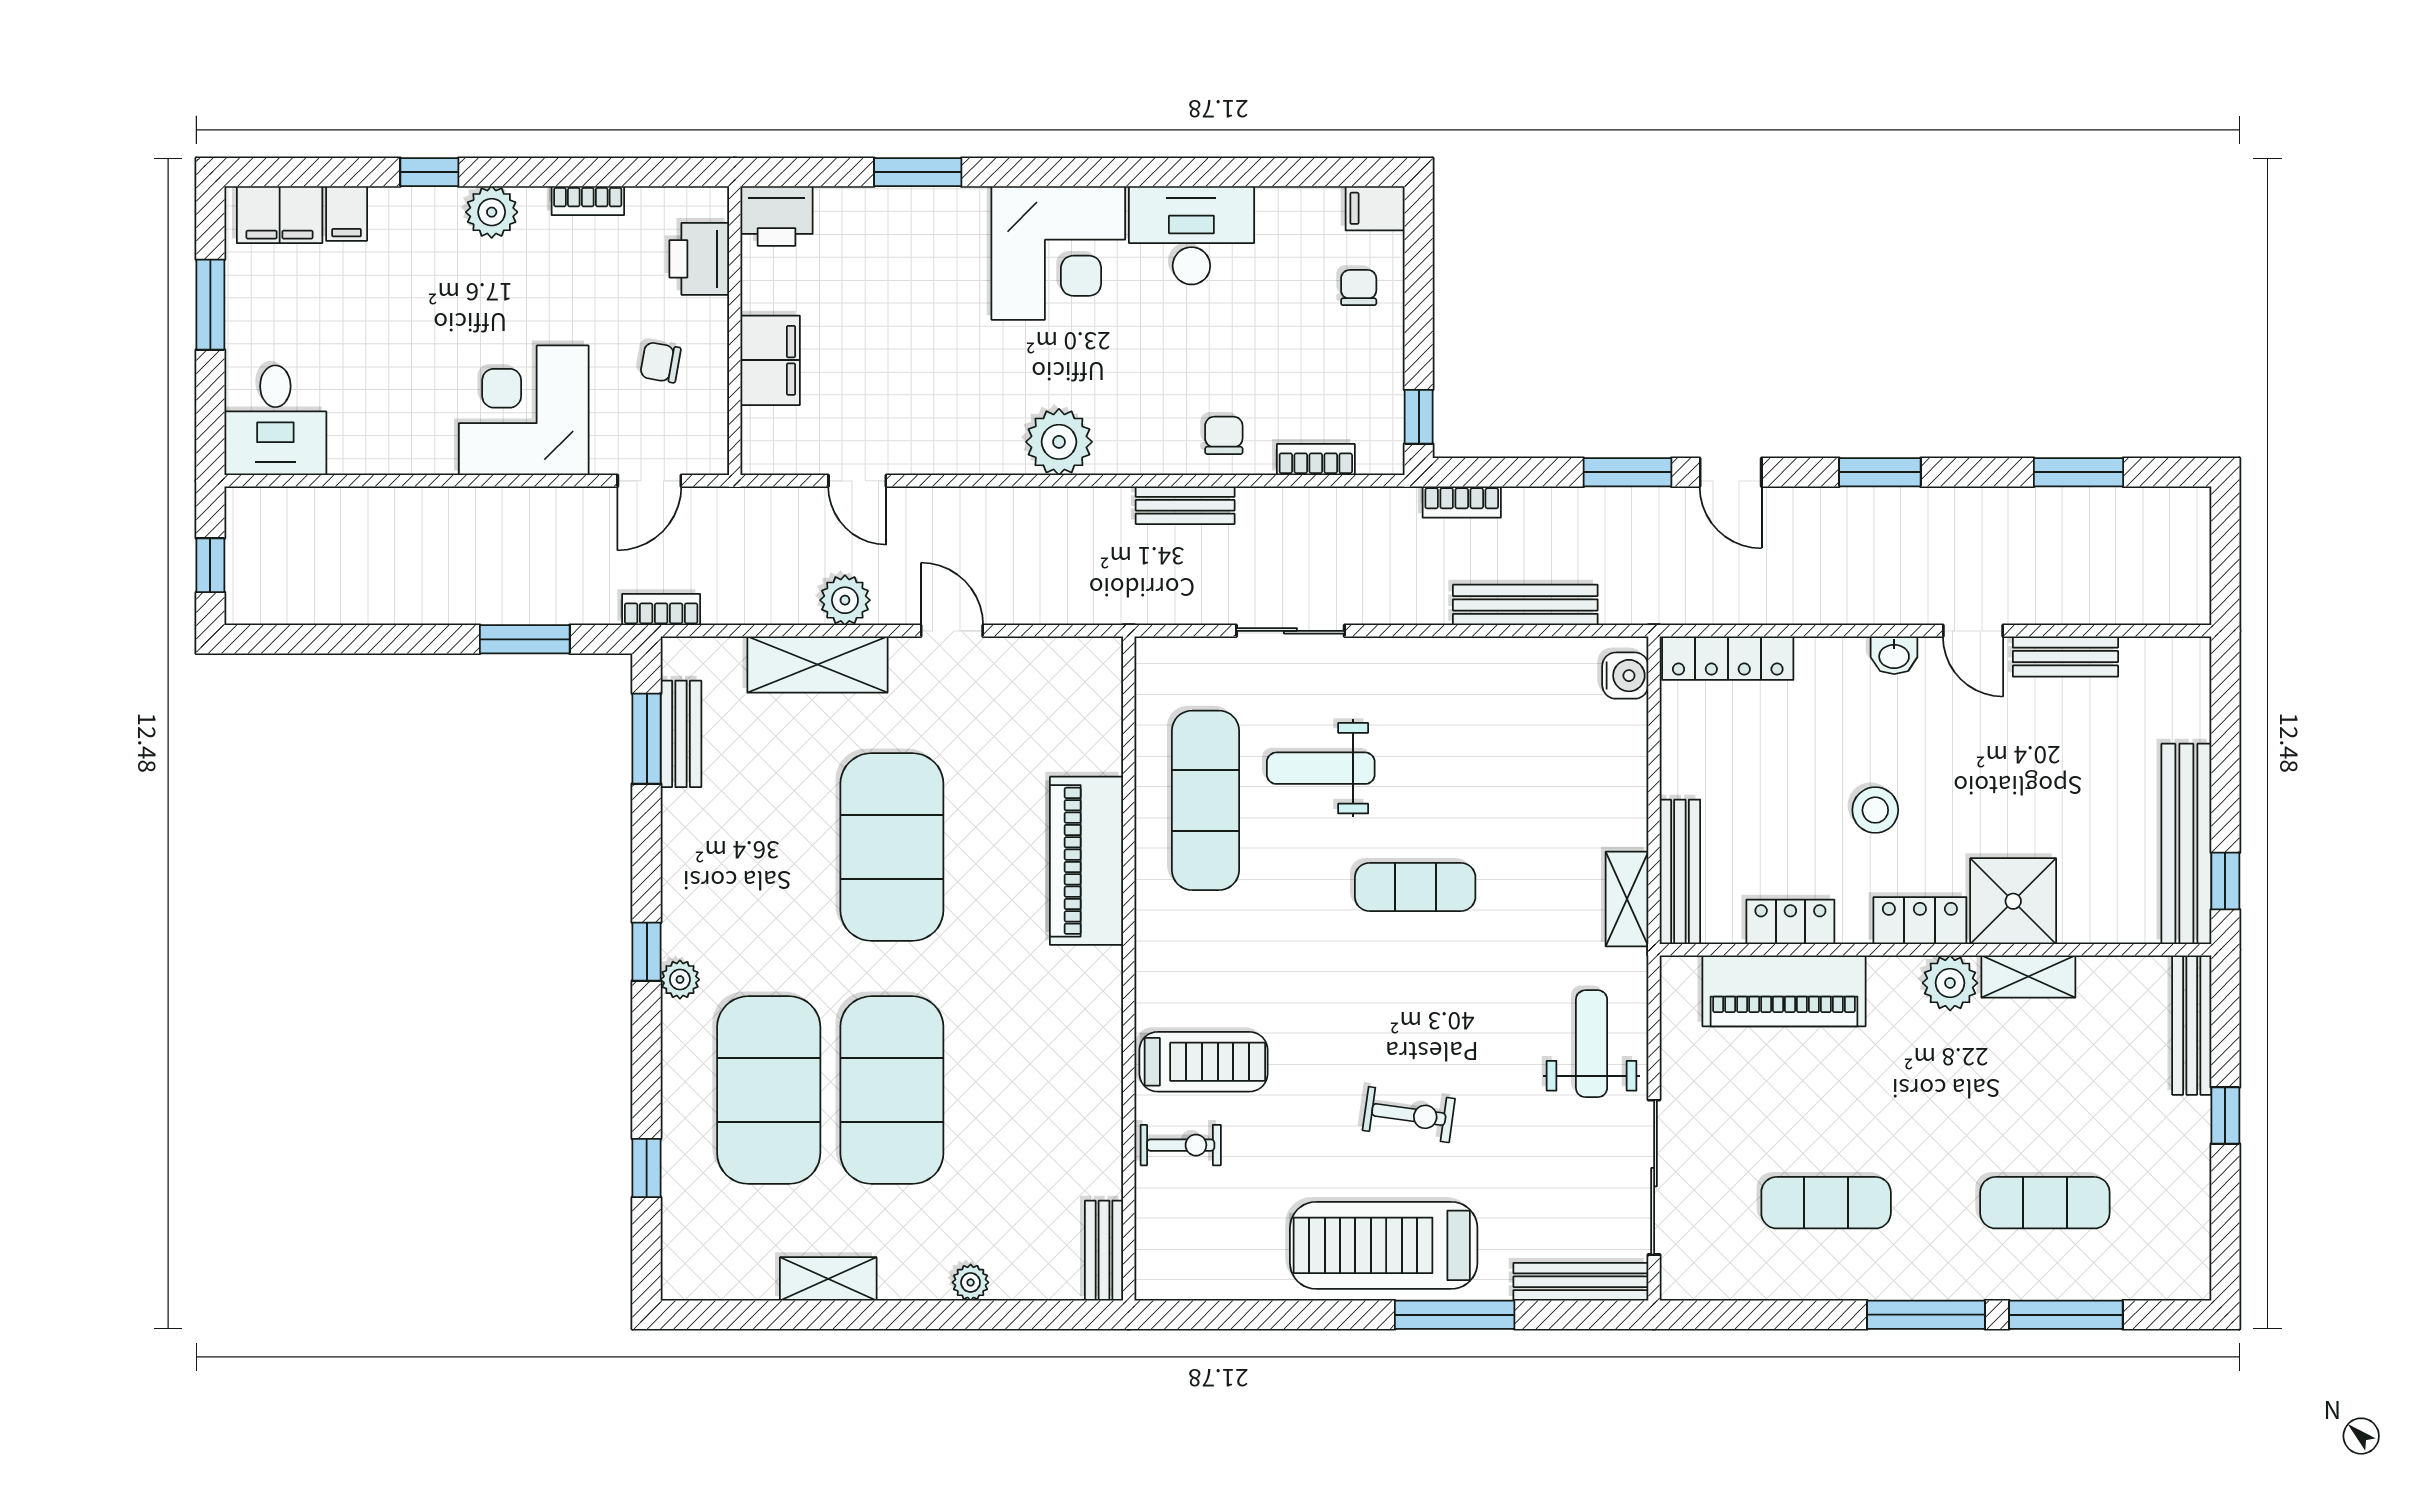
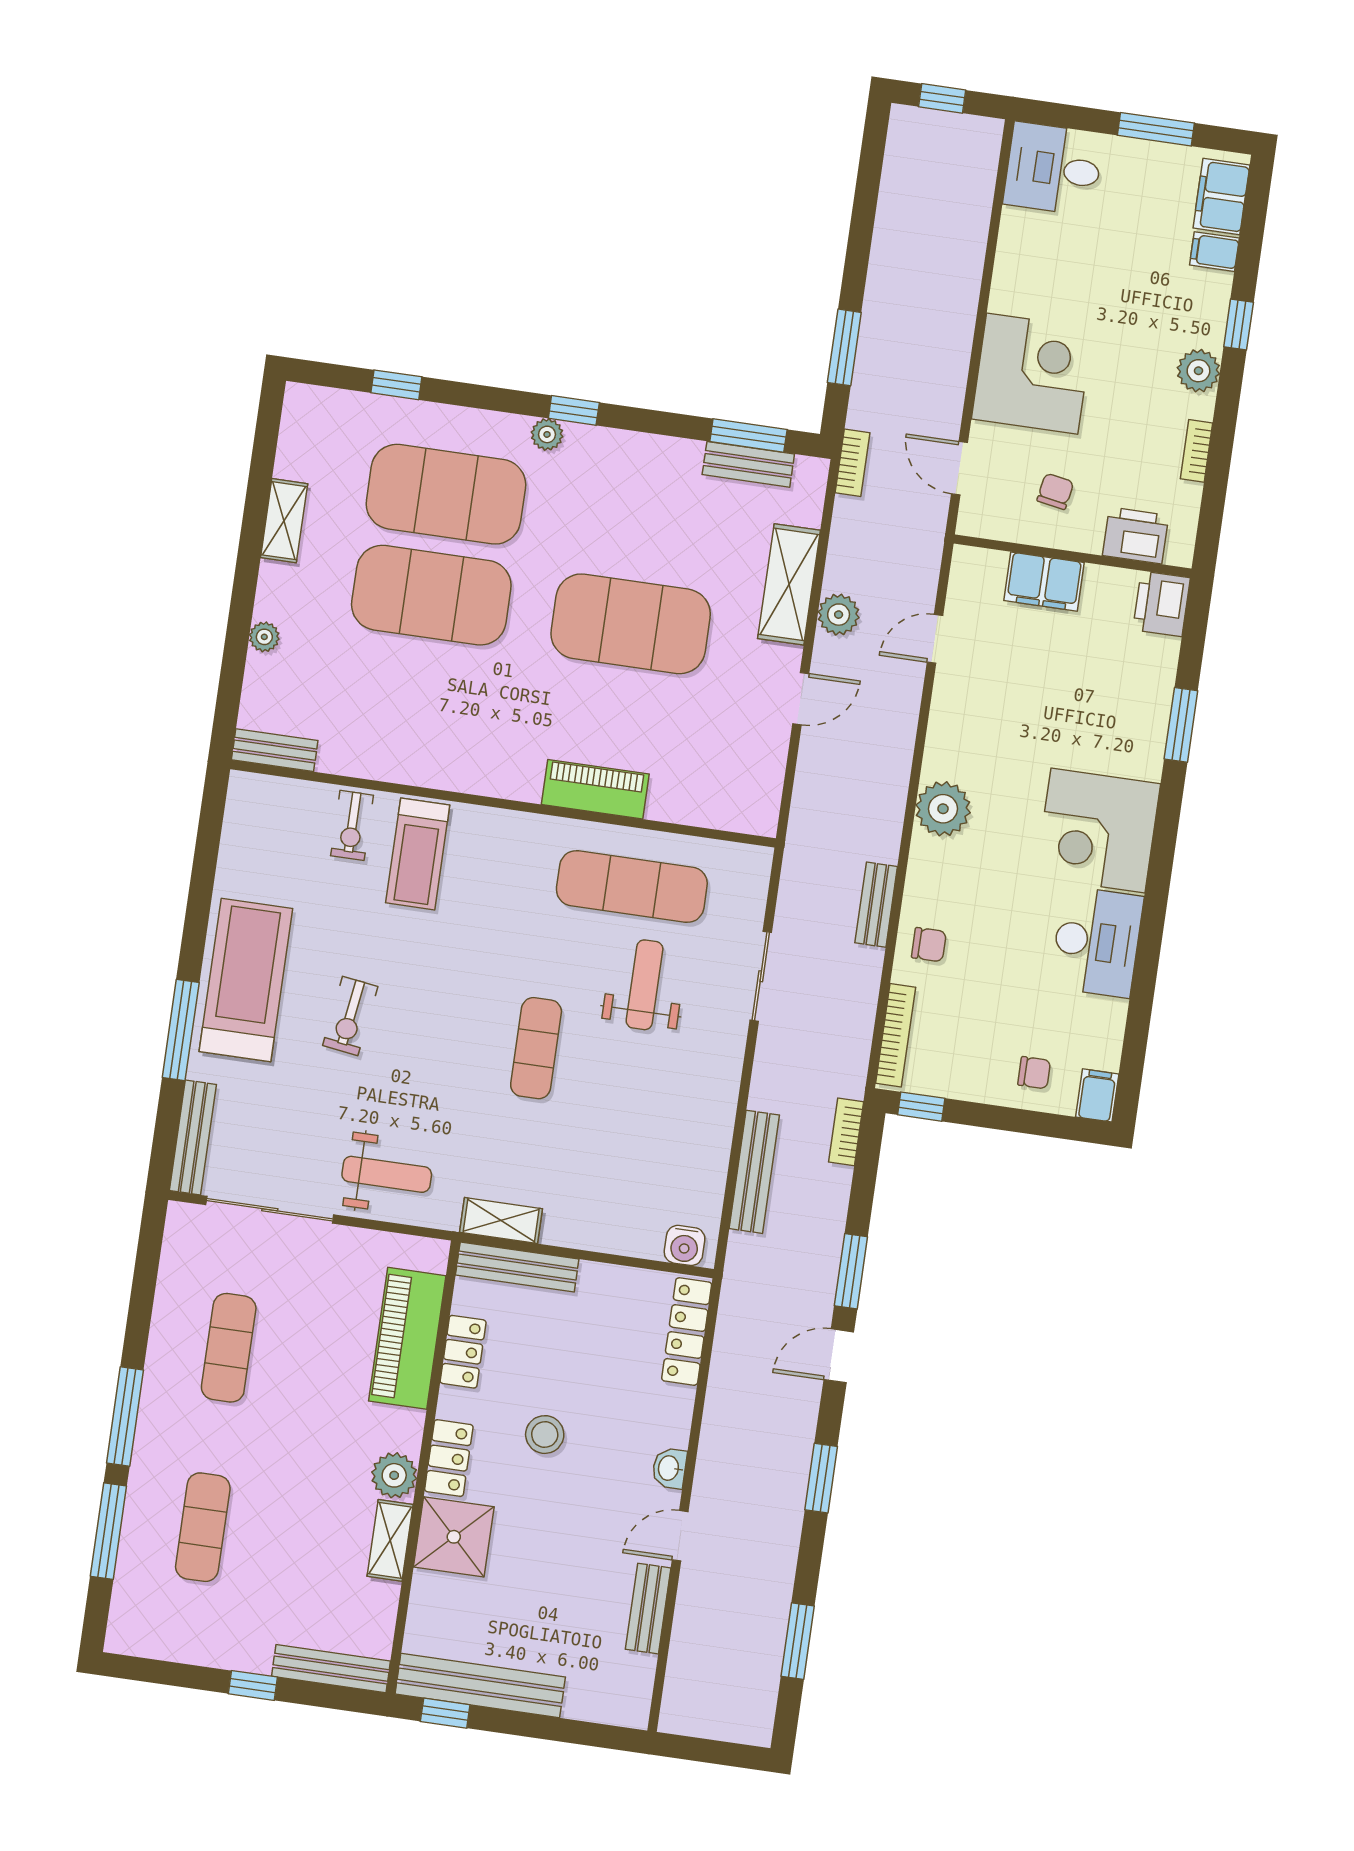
bookcase: (1316, 460) -> (896, 1035), width x1.56
piano: (1087, 861) -> (595, 789), width x0.73, depth x0.75

